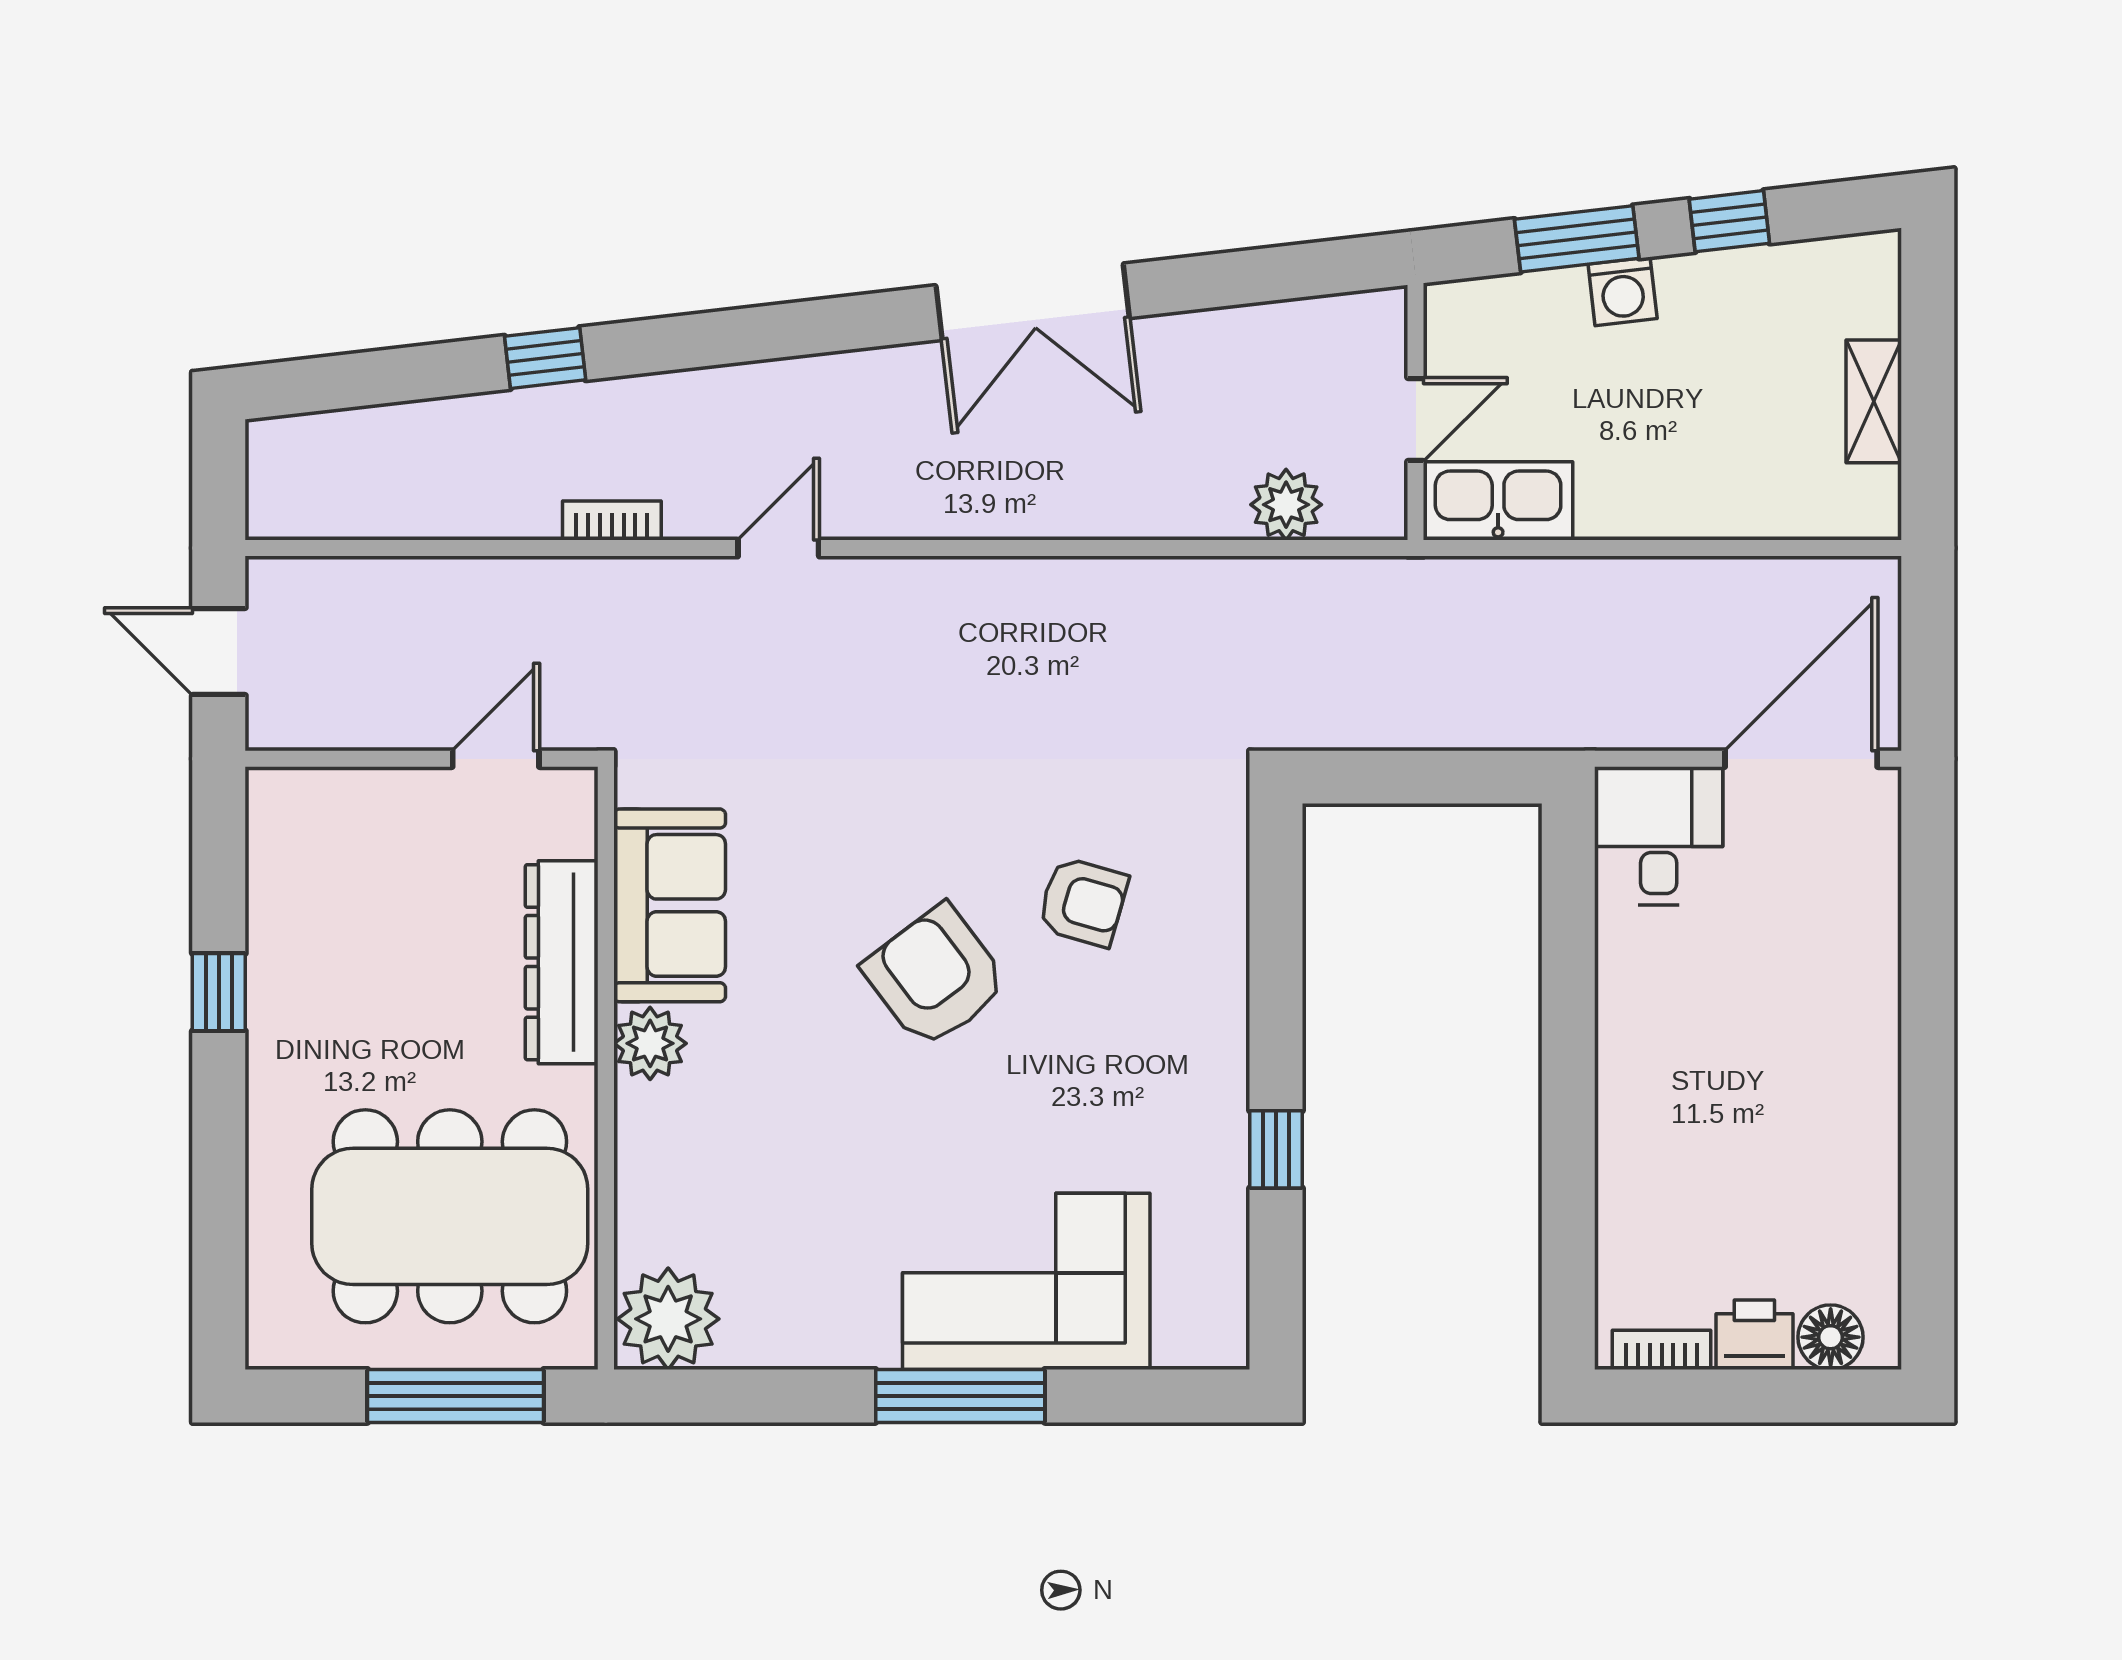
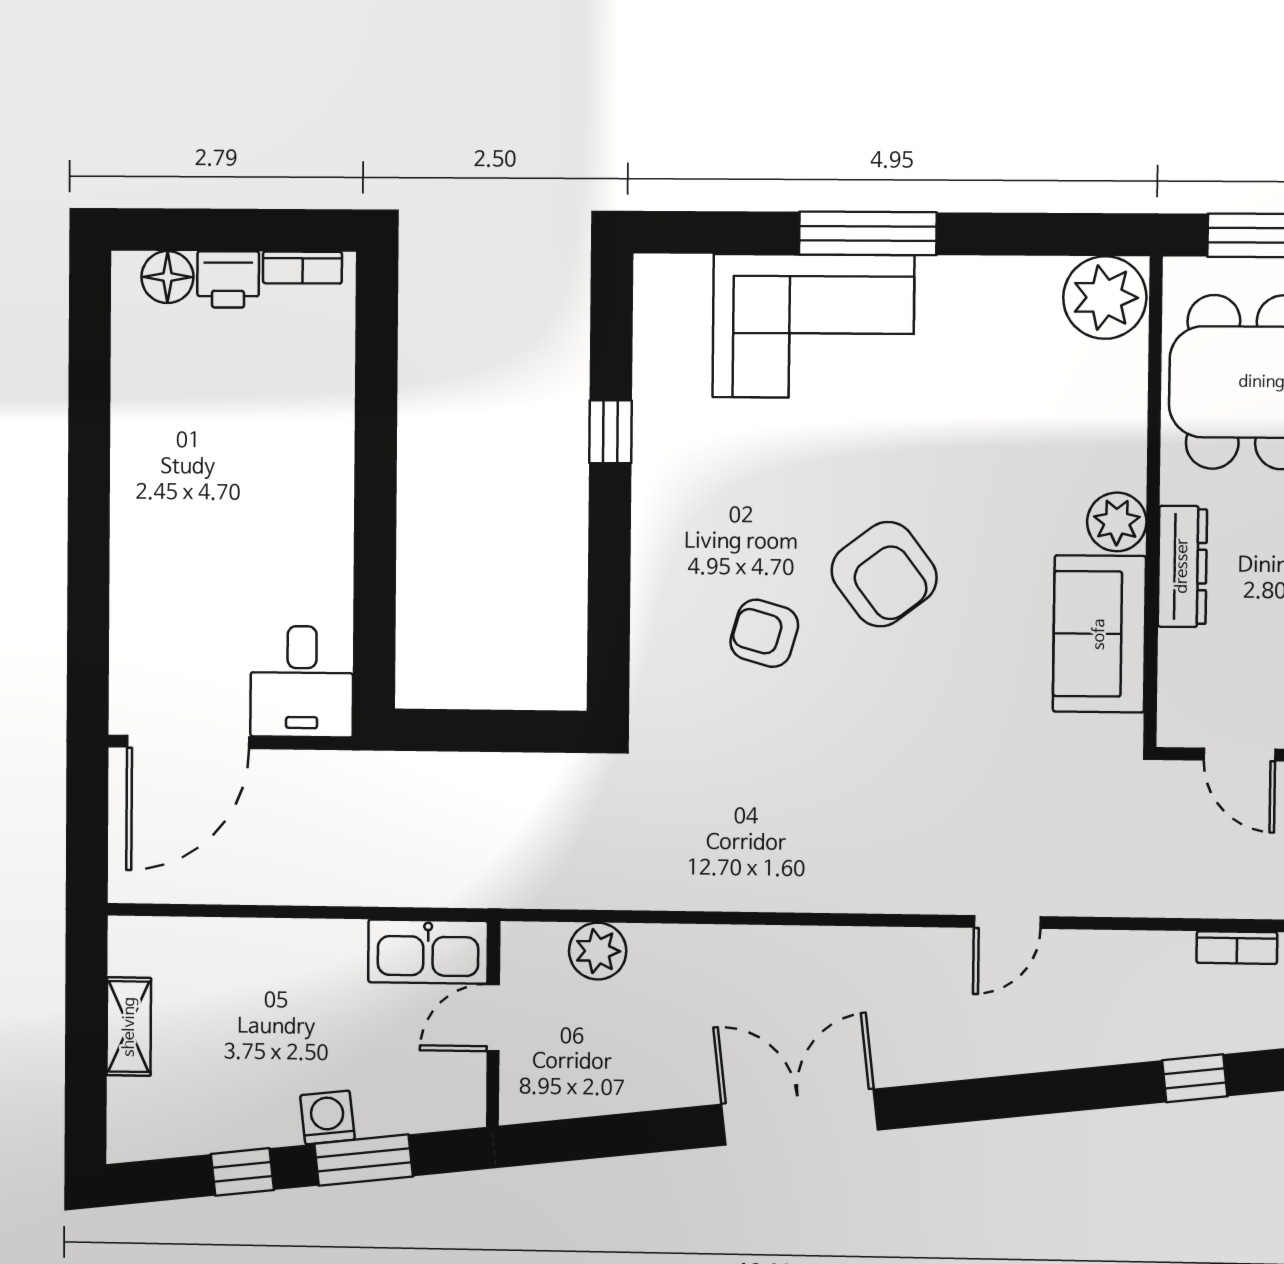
bookcase: (612, 520) -> (1237, 948), moved
door: (496, 759) -> (1239, 755), hinge flipped
dresser: (562, 962) -> (1182, 566), width x0.73, depth x0.80

